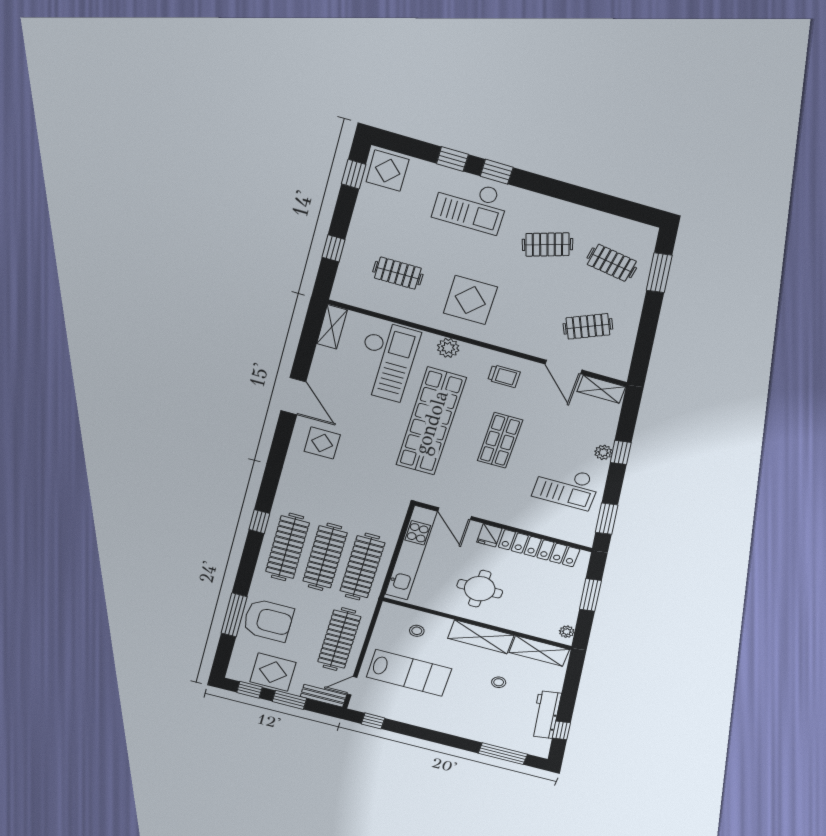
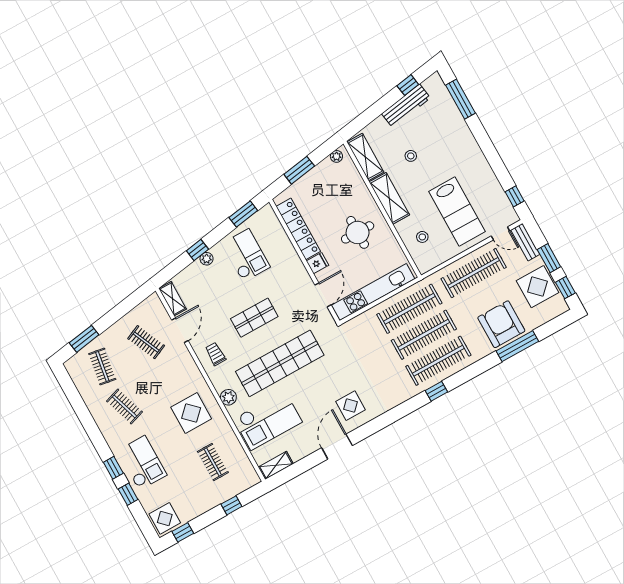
checkout: (386, 361) -> (268, 420), turned 180
lab bench: (409, 673) -> (457, 212), turned 180

